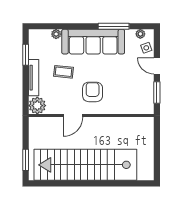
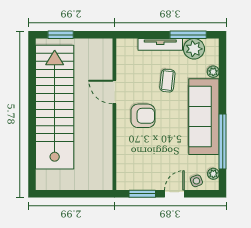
window: (114, 26) -> (223, 141), width x1.46
window: (26, 55) -> (188, 35), width x1.44
plant: (37, 106) -> (194, 49), moved

